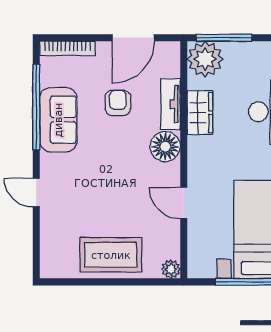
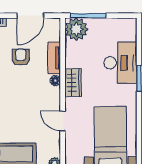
wardrobe: (200, 113) -> (73, 83), moved
floor lamp: (165, 147) -> (55, 81), width x0.53, depth x0.53

